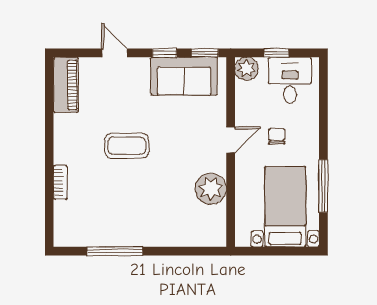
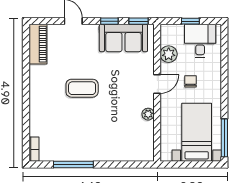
plant: (246, 69) -> (169, 54), moved
bookcase: (60, 182) -> (34, 149), moved
window: (323, 186) -> (224, 138), moved
plant: (211, 189) -> (148, 114), width x0.53, depth x0.53

